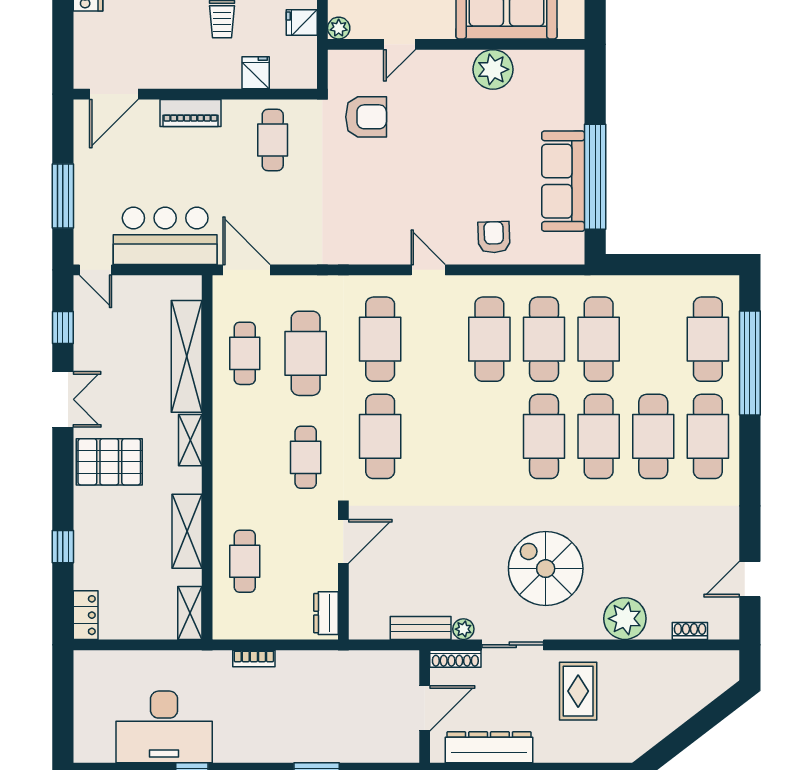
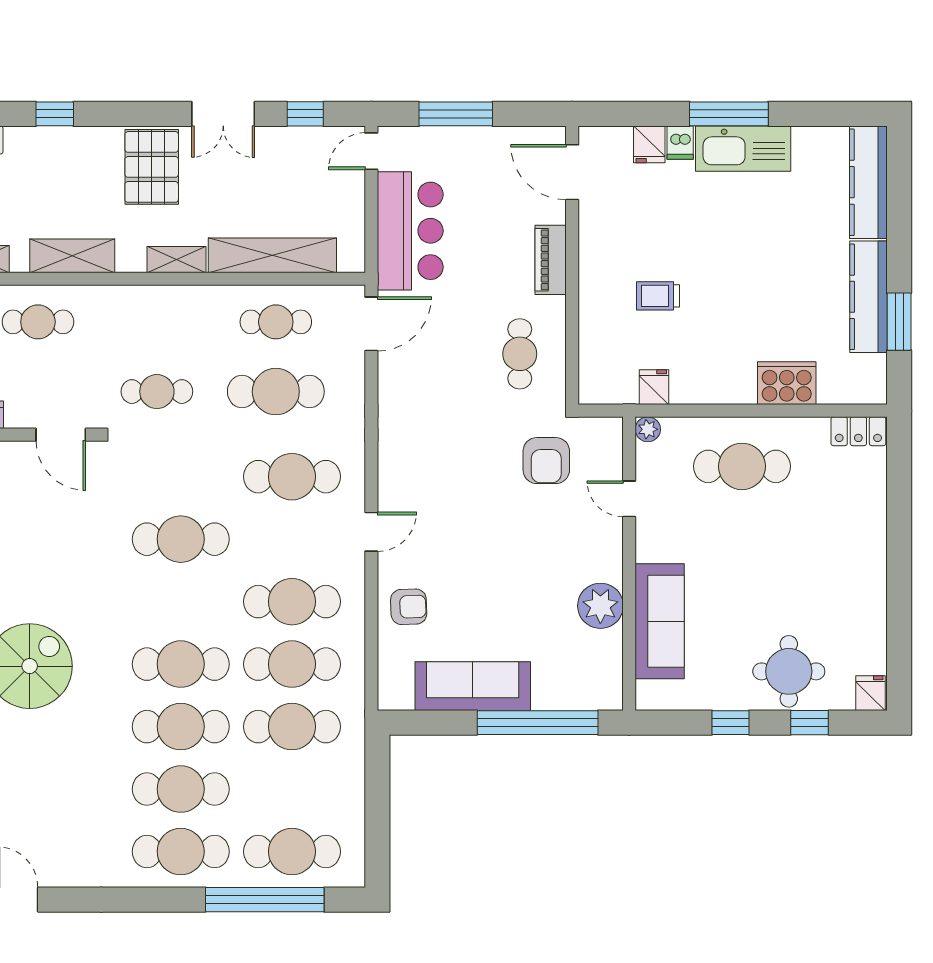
fridge: (256, 73) -> (649, 144), moved, turned 90
cafe table: (273, 140) -> (520, 354), turned 90
window: (595, 177) -> (538, 723), moved
cafe table: (380, 436) -> (181, 539), moved

